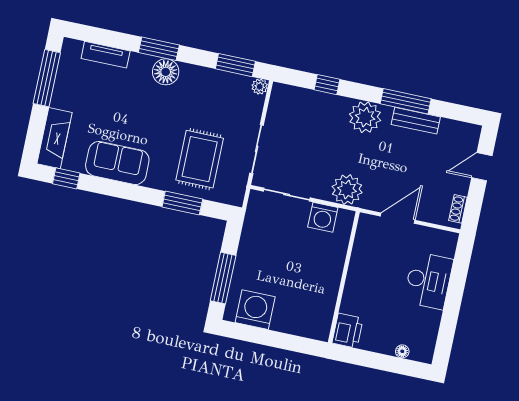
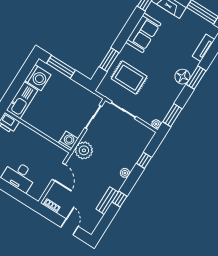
window: (406, 101) -> (120, 199), width x0.46
plant: (365, 117) -> (125, 173), width x0.53, depth x0.53
washing machine: (323, 217) -> (68, 141), moved, turned 90
kitchen sink: (302, 322) -> (22, 100), added

